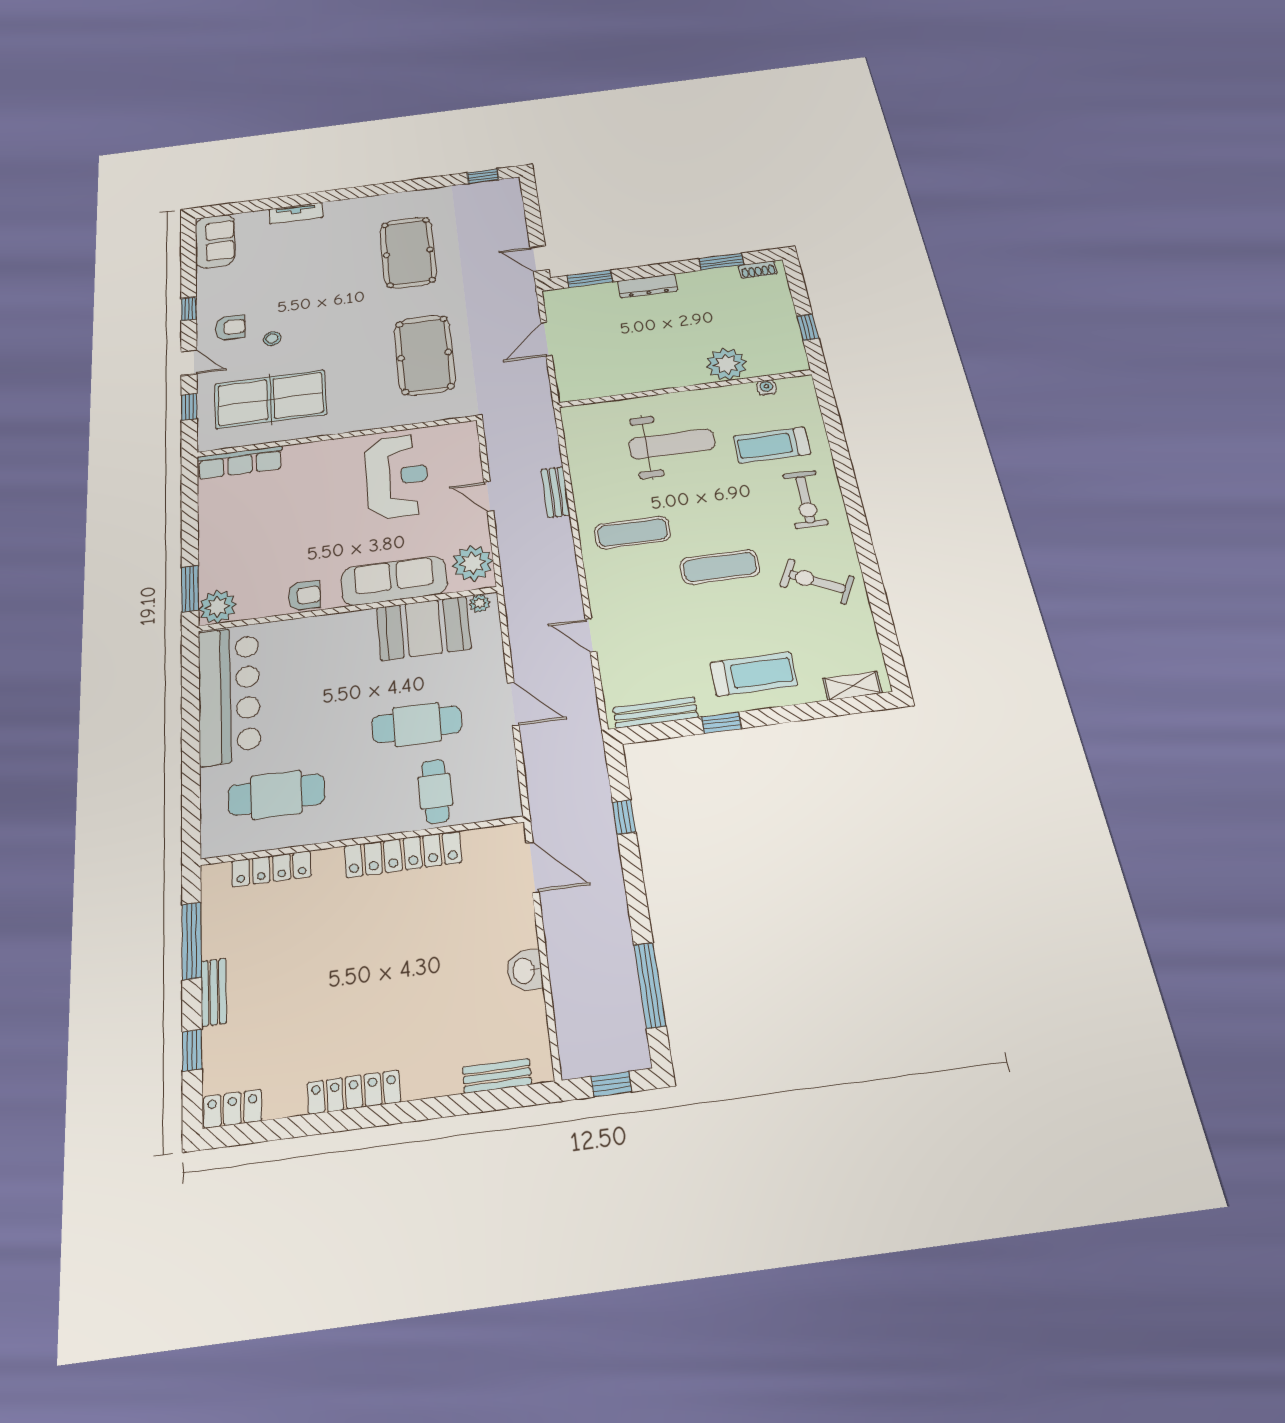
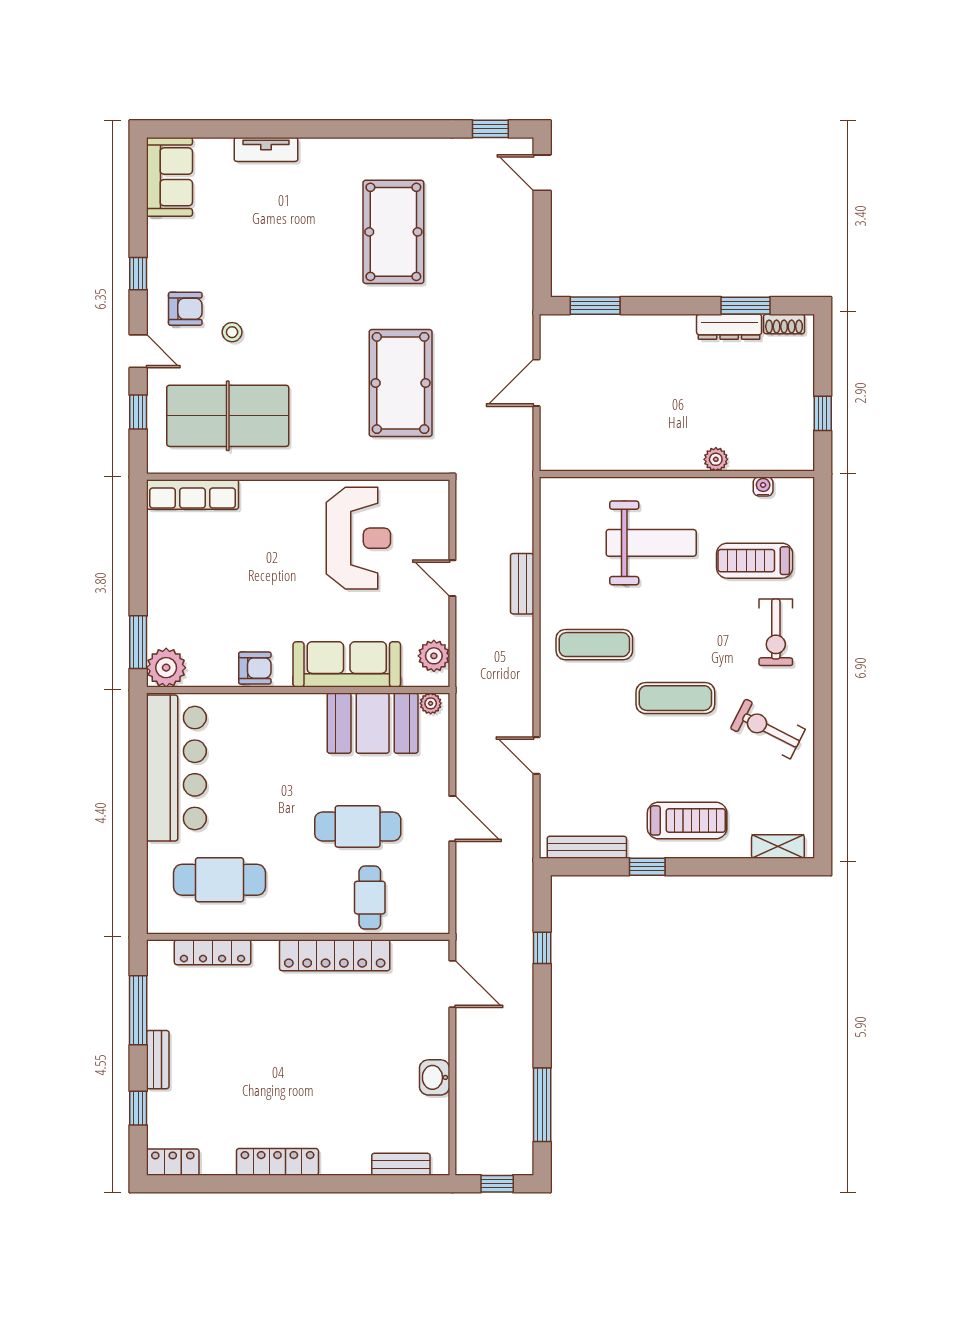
door: (539, 259) -> (542, 173), moved
dresser: (647, 286) -> (729, 327), moved
plant: (726, 364) -> (716, 459), width x0.53, depth x0.53
plant: (473, 563) -> (434, 656), width x0.73, depth x0.73

